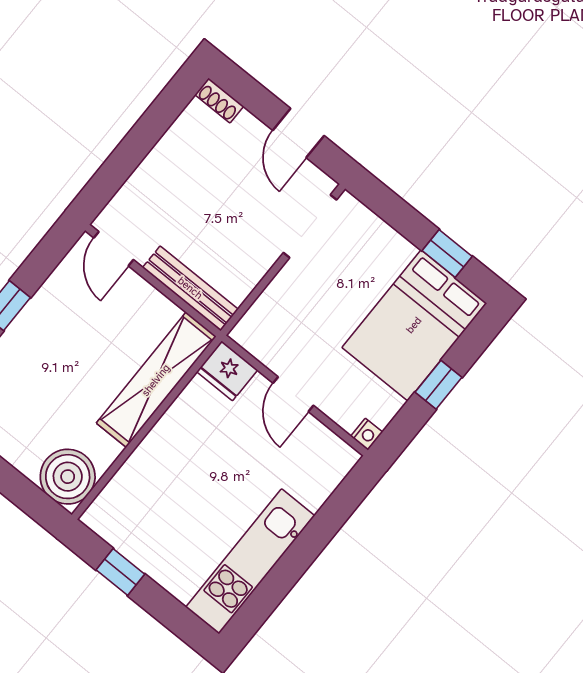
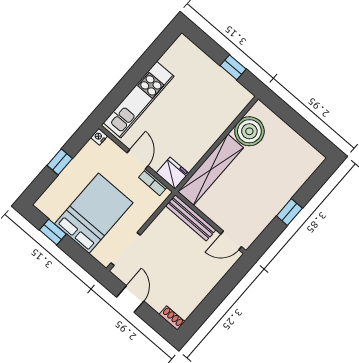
door: (114, 249) -> (231, 240), swing flipped
bed: (414, 325) -> (94, 213), moved
bookcase: (263, 352) -> (153, 182), added
boiler: (68, 477) -> (249, 131), moved
kitchen unit: (250, 561) -> (139, 100), moved

